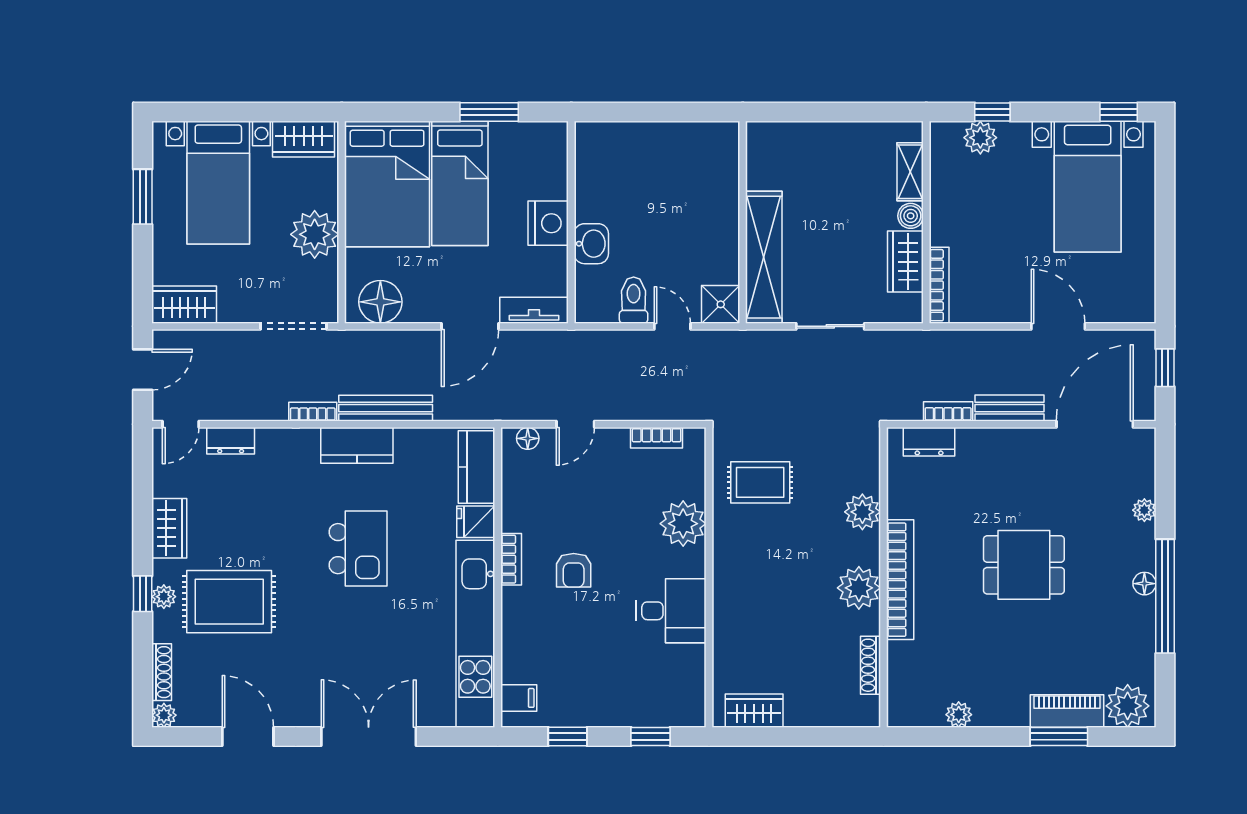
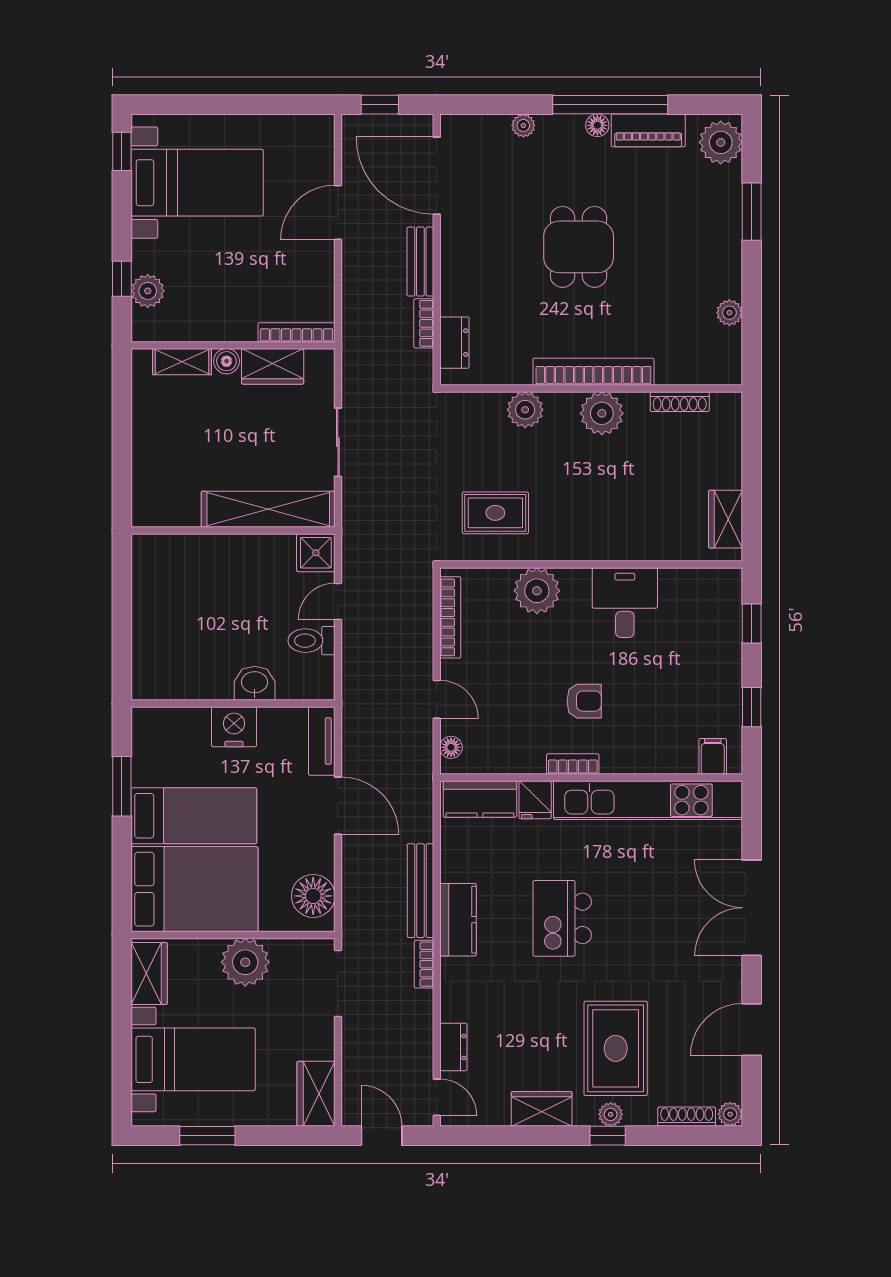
bookcase: (657, 438) -> (450, 617), width x1.56
rug: (760, 482) -> (495, 513), turned 90
kitchen island: (358, 549) -> (562, 918), turned -90
piano: (1067, 711) -> (648, 130), moved, turned -90

